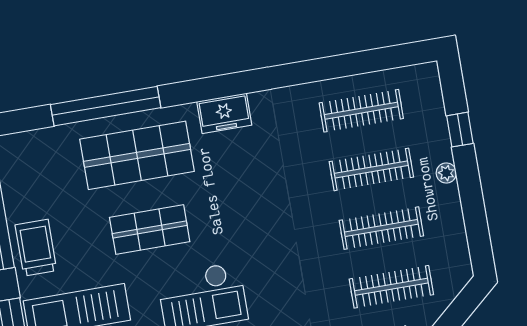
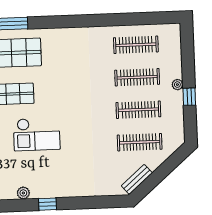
freezer: (224, 113) -> (62, 36), removed
window: (460, 130) -> (189, 97), moved

